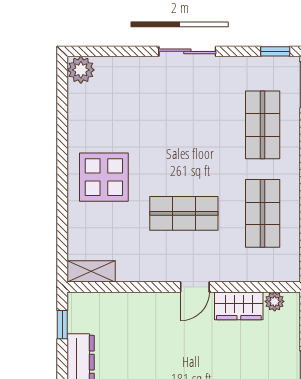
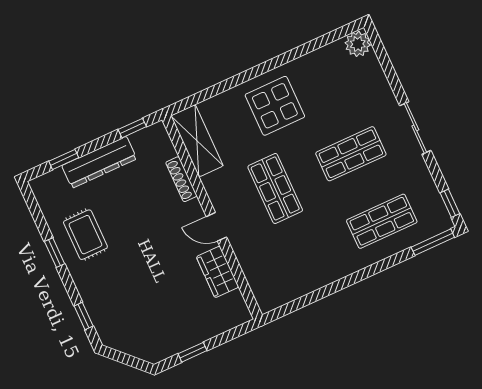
shop shelf: (263, 213) -> (351, 154), moved
shelving: (91, 271) -> (197, 141), width x1.50, depth x1.33
shoe rack: (133, 300) -> (181, 179), added
plant: (275, 301) -> (235, 301), removed

